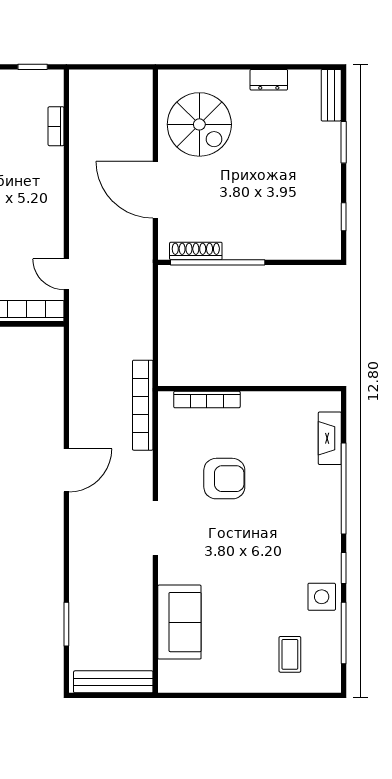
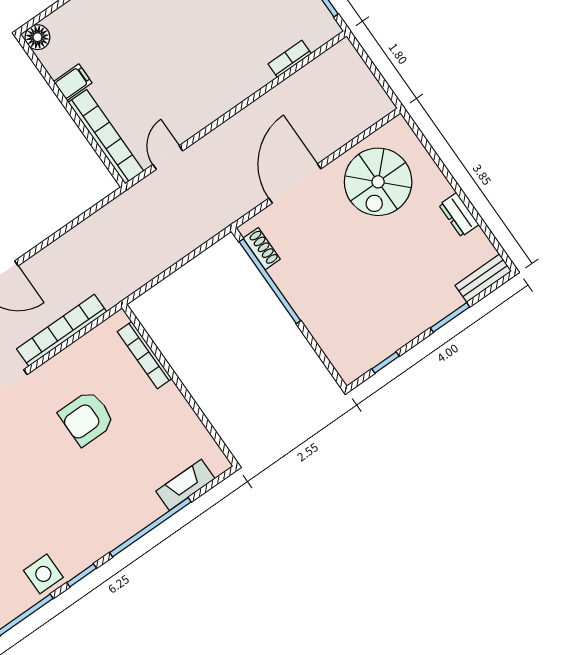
shoe rack: (196, 251) -> (262, 249), width x0.70
bookcase: (143, 405) -> (62, 330), moved
armchair: (224, 479) -> (87, 418), turned 90

